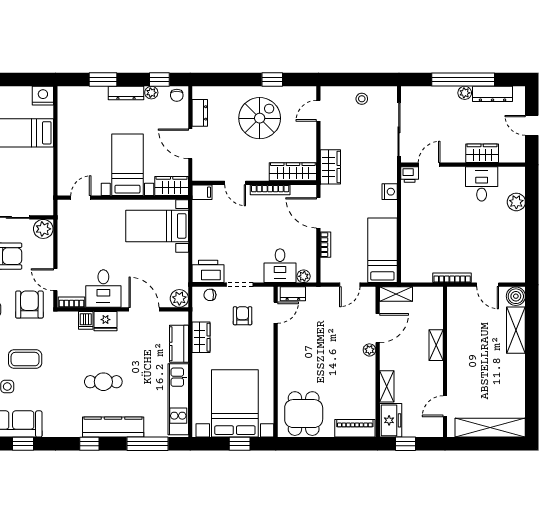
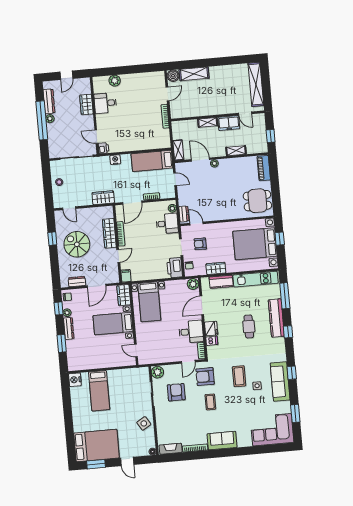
wardrobe: (293, 172) -> (109, 233), moved
freezer: (391, 420) -> (229, 123), moved, turned 180

